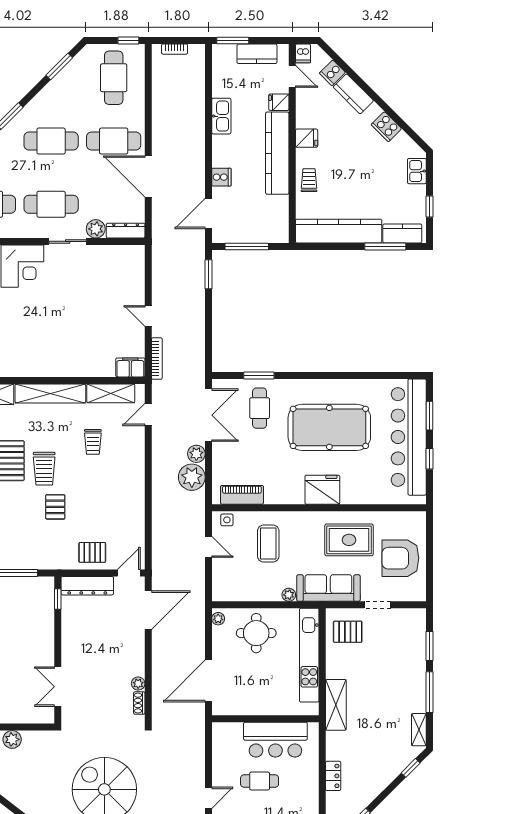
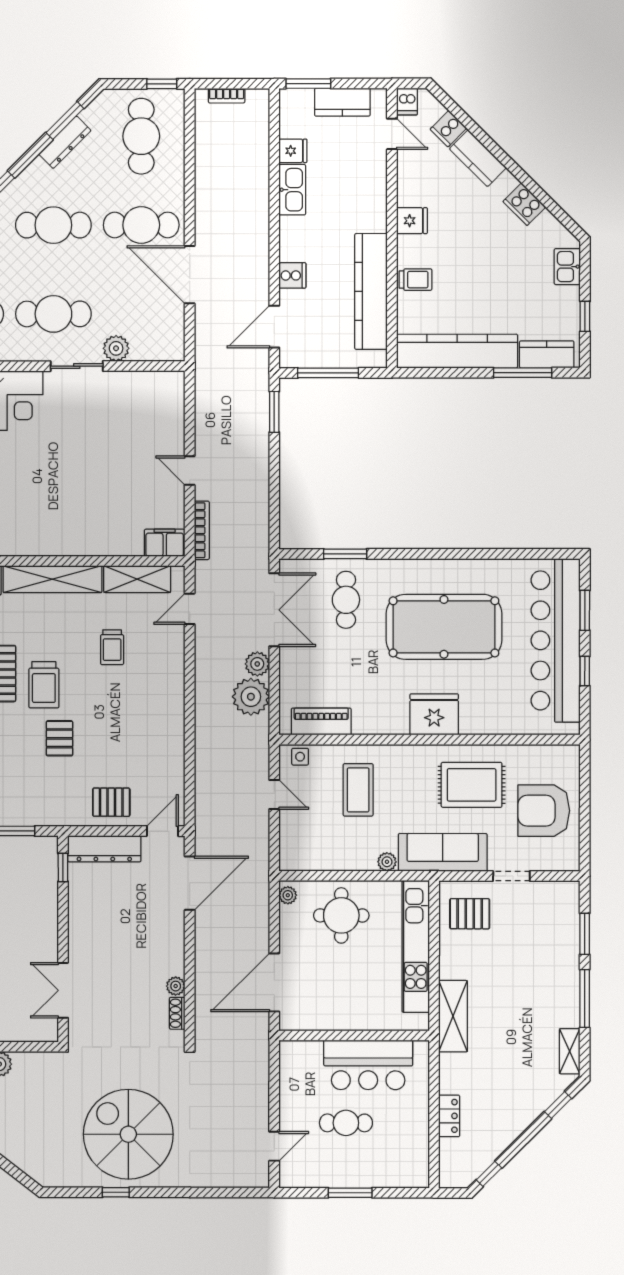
fridge: (279, 102) -> (293, 151), moved, turned 180
kitchen counter: (277, 153) -> (371, 291), moved
trolley: (309, 180) -> (416, 280), turned 90
dresser: (126, 231) -> (65, 142), moved, turned 135

